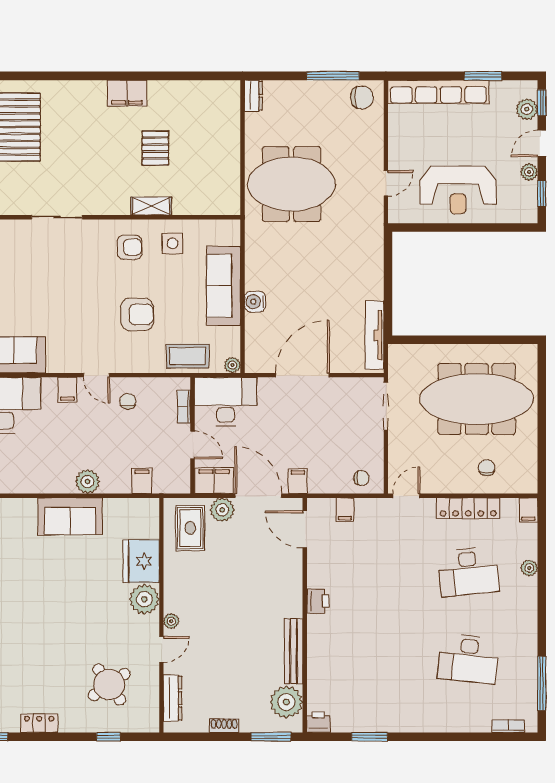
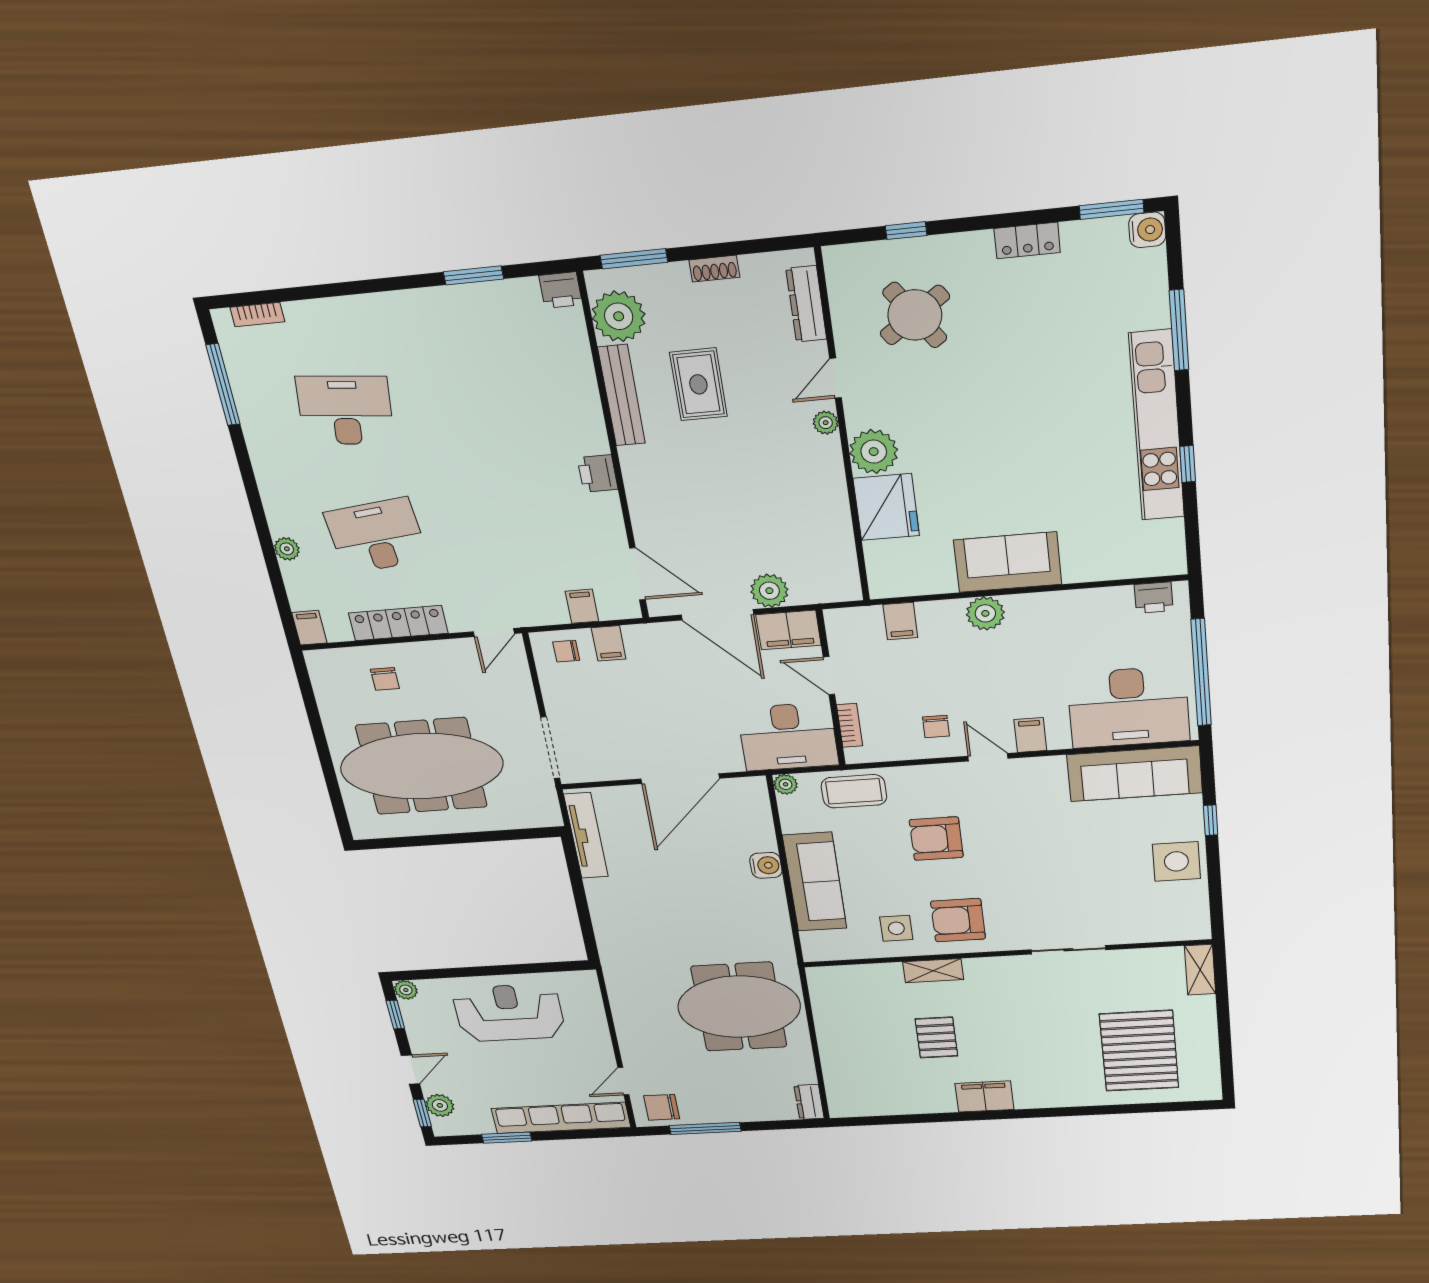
plant: (529, 172) -> (406, 990), moved
door: (386, 183) -> (623, 1081), moved
armchair: (130, 247) -> (958, 920), width x1.38, depth x1.38
filing cabinet: (298, 481) -> (609, 643), moved
rug: (190, 528) -> (698, 384), moved

